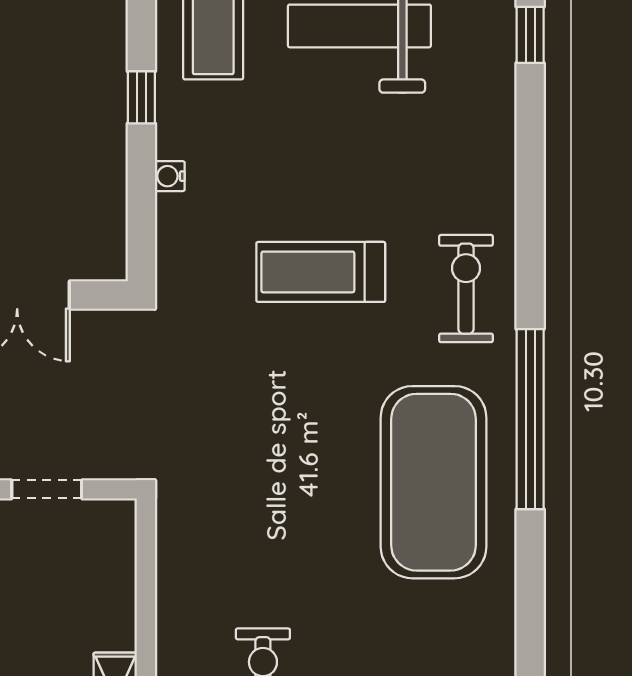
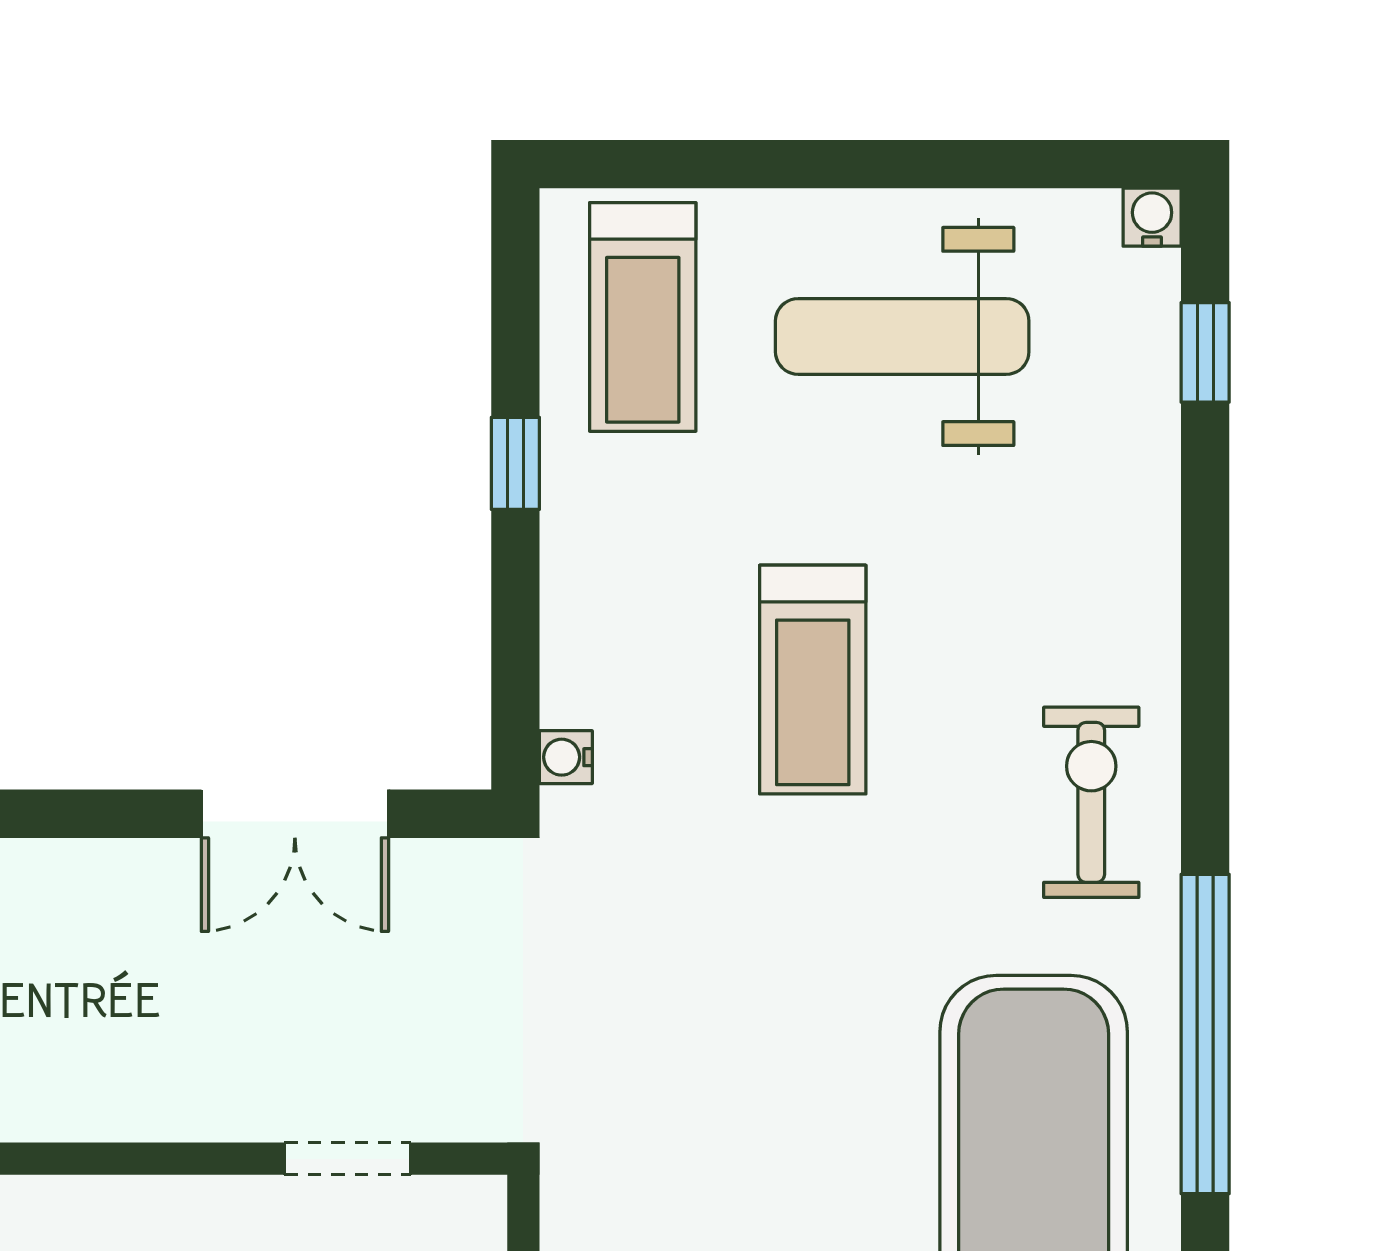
water cooler: (170, 176) -> (566, 757), moved
treadmill: (321, 272) -> (813, 680), moved, turned -90

